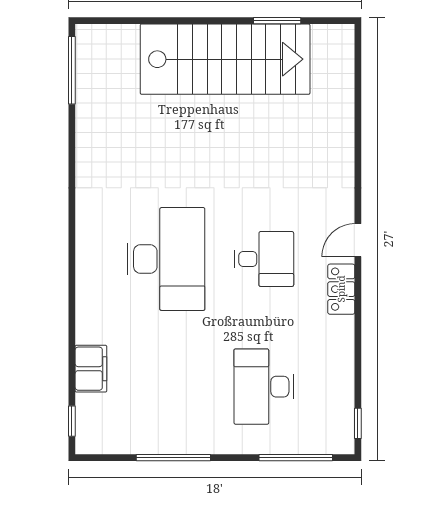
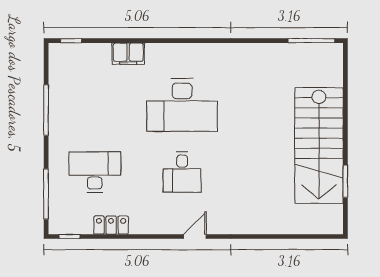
door: (358, 240) -> (195, 237), hinge flipped
locker: (341, 289) -> (111, 225), moved
filing cabinet: (91, 369) -> (128, 54), moved

